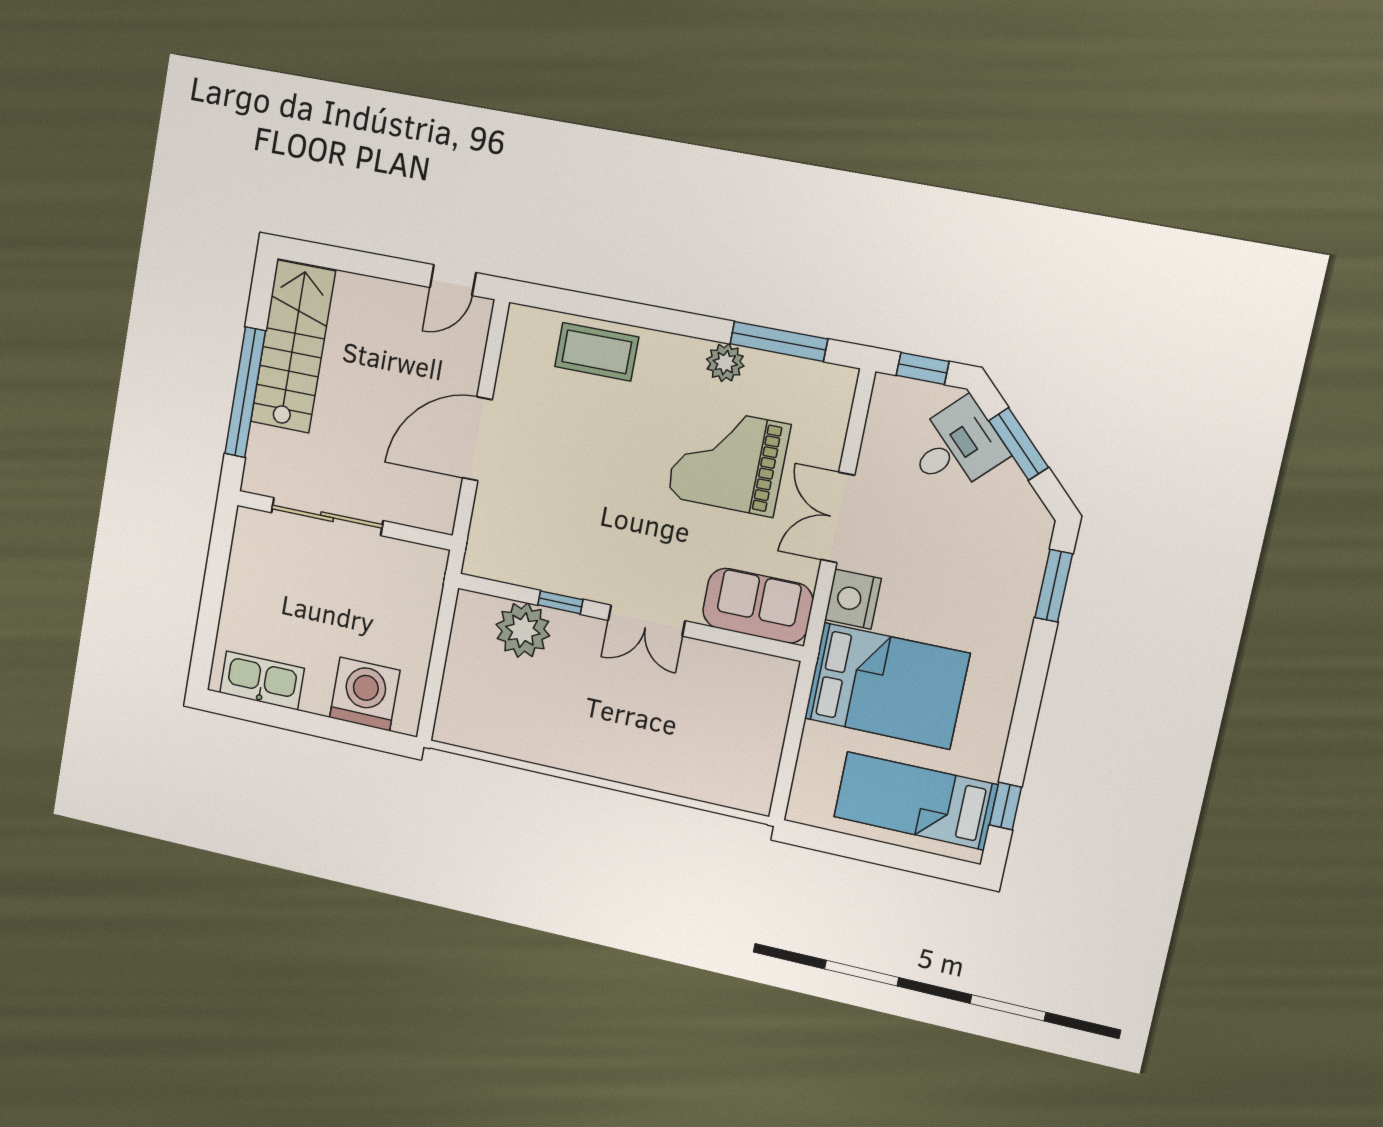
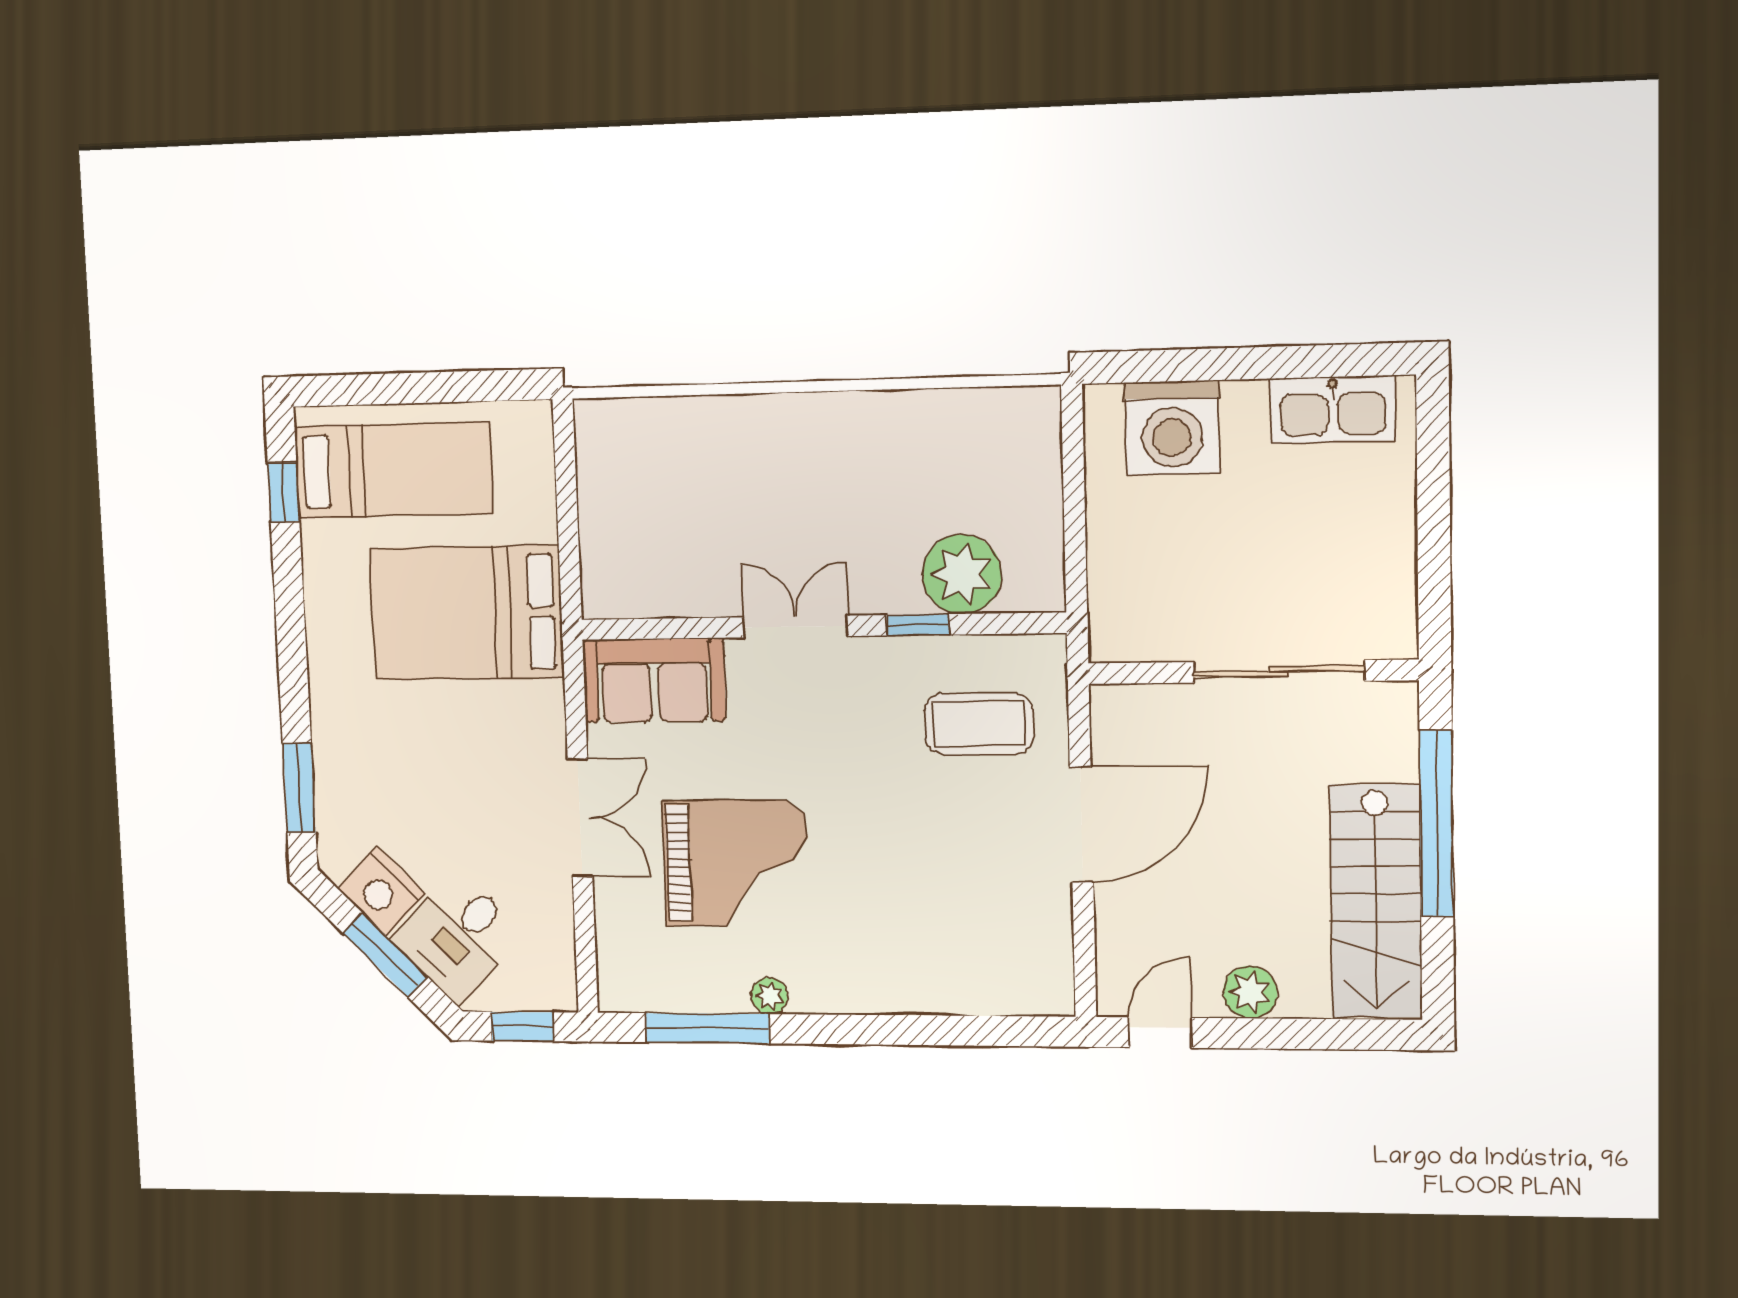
plant: (387, 298) -> (1250, 992), added
coffee table: (597, 352) -> (979, 724), moved
plant: (725, 363) -> (770, 996), width x0.73, depth x0.73
nightstand: (853, 599) -> (381, 891), moved, turned 135

